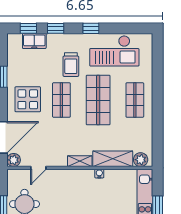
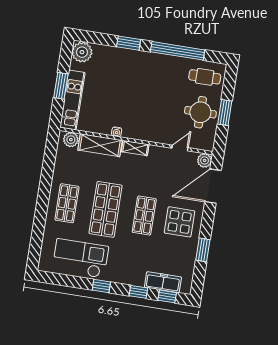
freezer: (34, 41) -> (163, 282), width x1.40
trolley: (71, 65) -> (128, 251), removed

